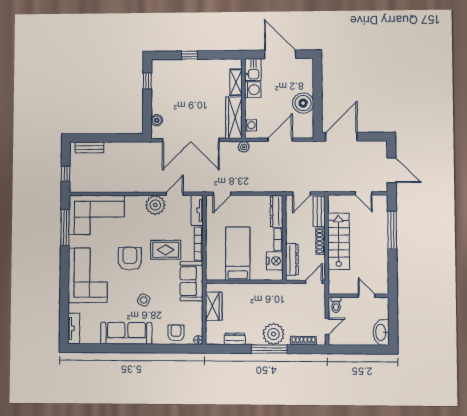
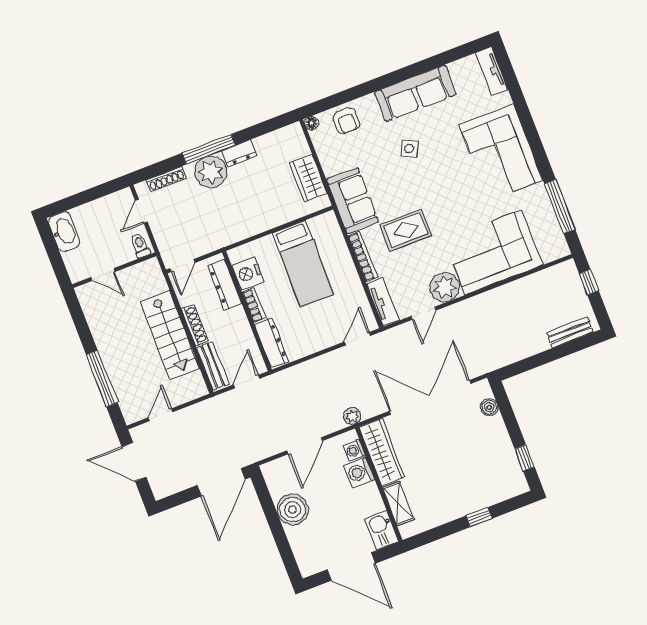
washing machine: (253, 90) -> (359, 472), moved
door: (364, 193) -> (160, 415), hinge flipped
corner sofa: (97, 215) -> (493, 252), moved
armchair: (130, 259) -> (451, 198), removed
dresser: (235, 339) -> (239, 153), moved

